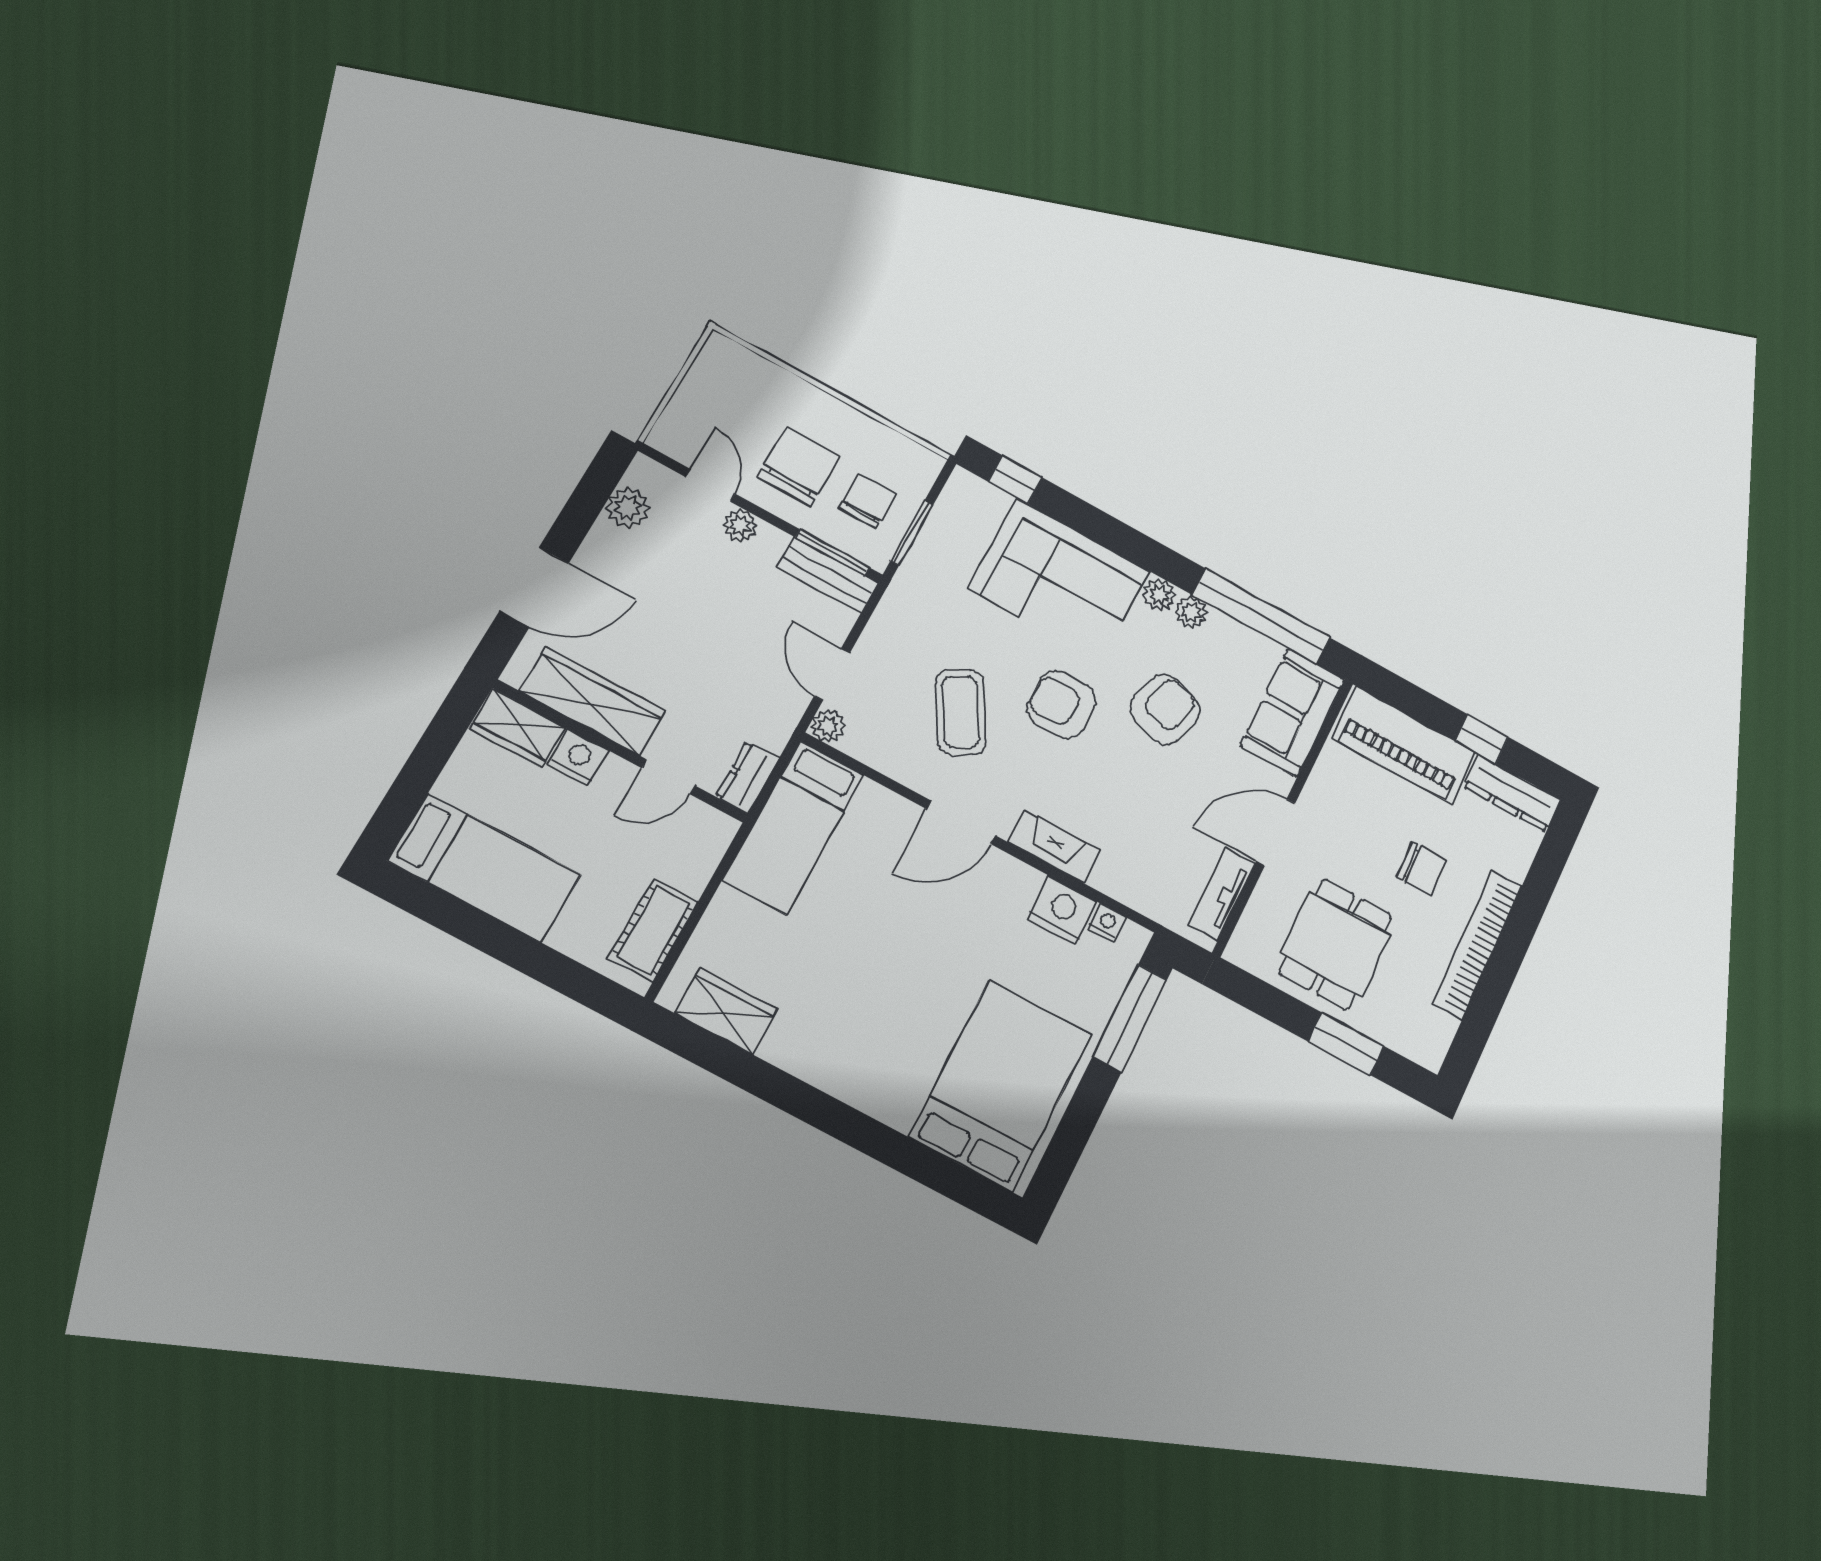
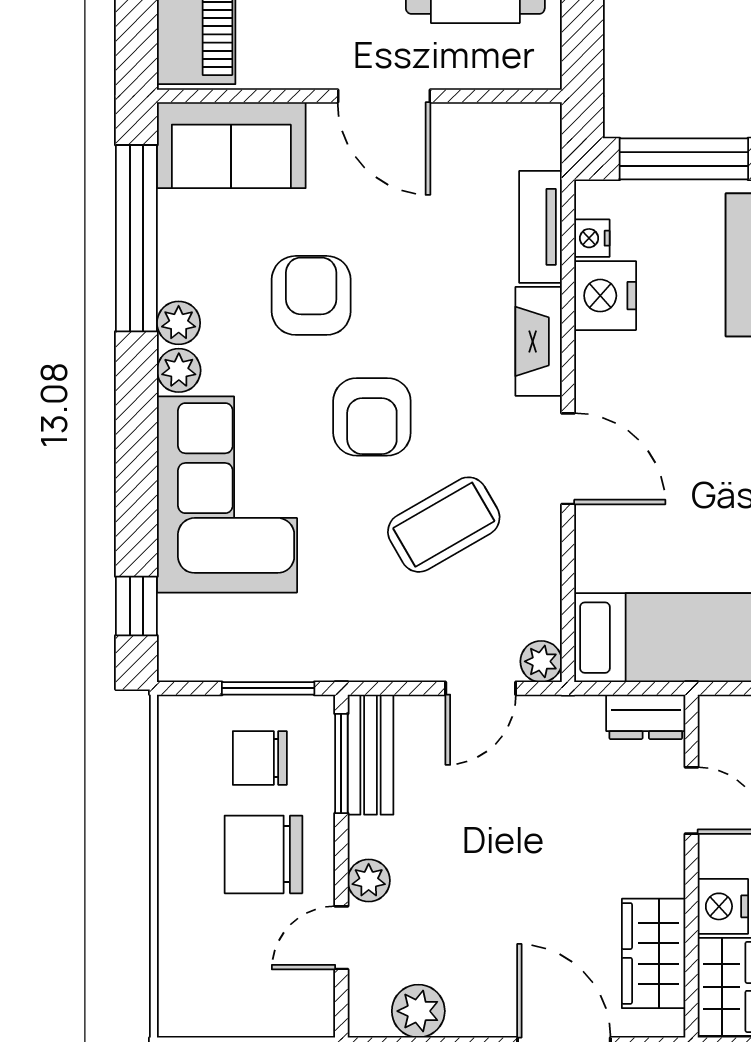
wardrobe: (593, 701) -> (654, 953), width x0.67
armchair: (1165, 709) -> (311, 295), turned 73
tv unit: (1222, 894) -> (540, 227), moved, turned 90

